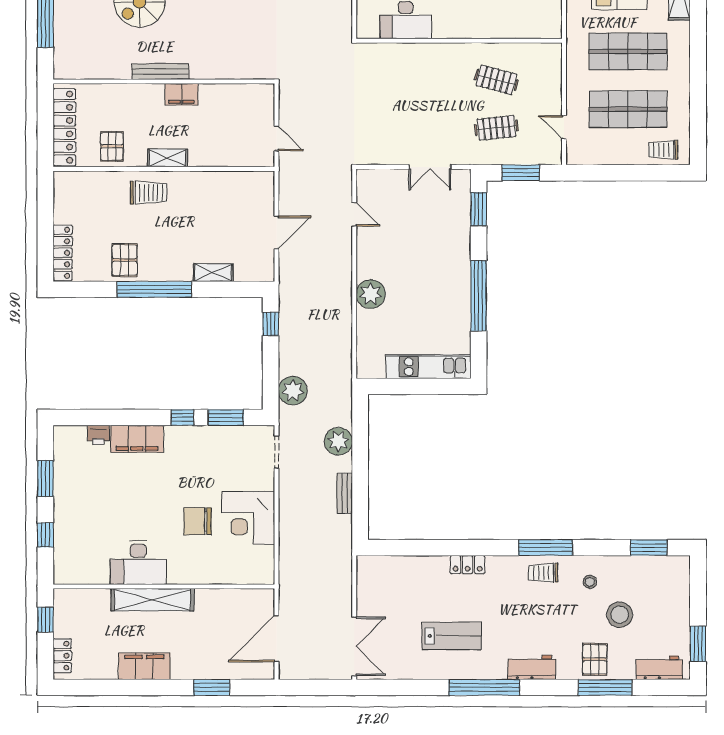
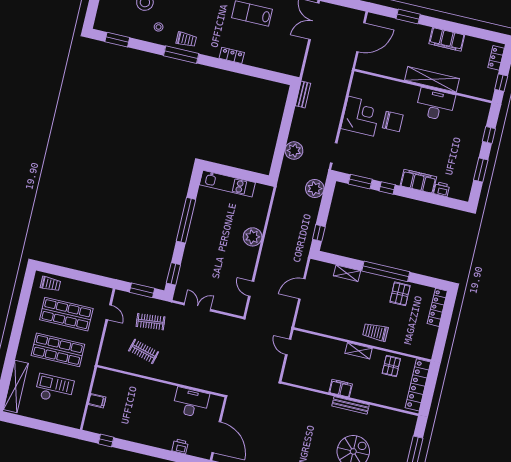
bench: (345, 493) -> (303, 94), moved

